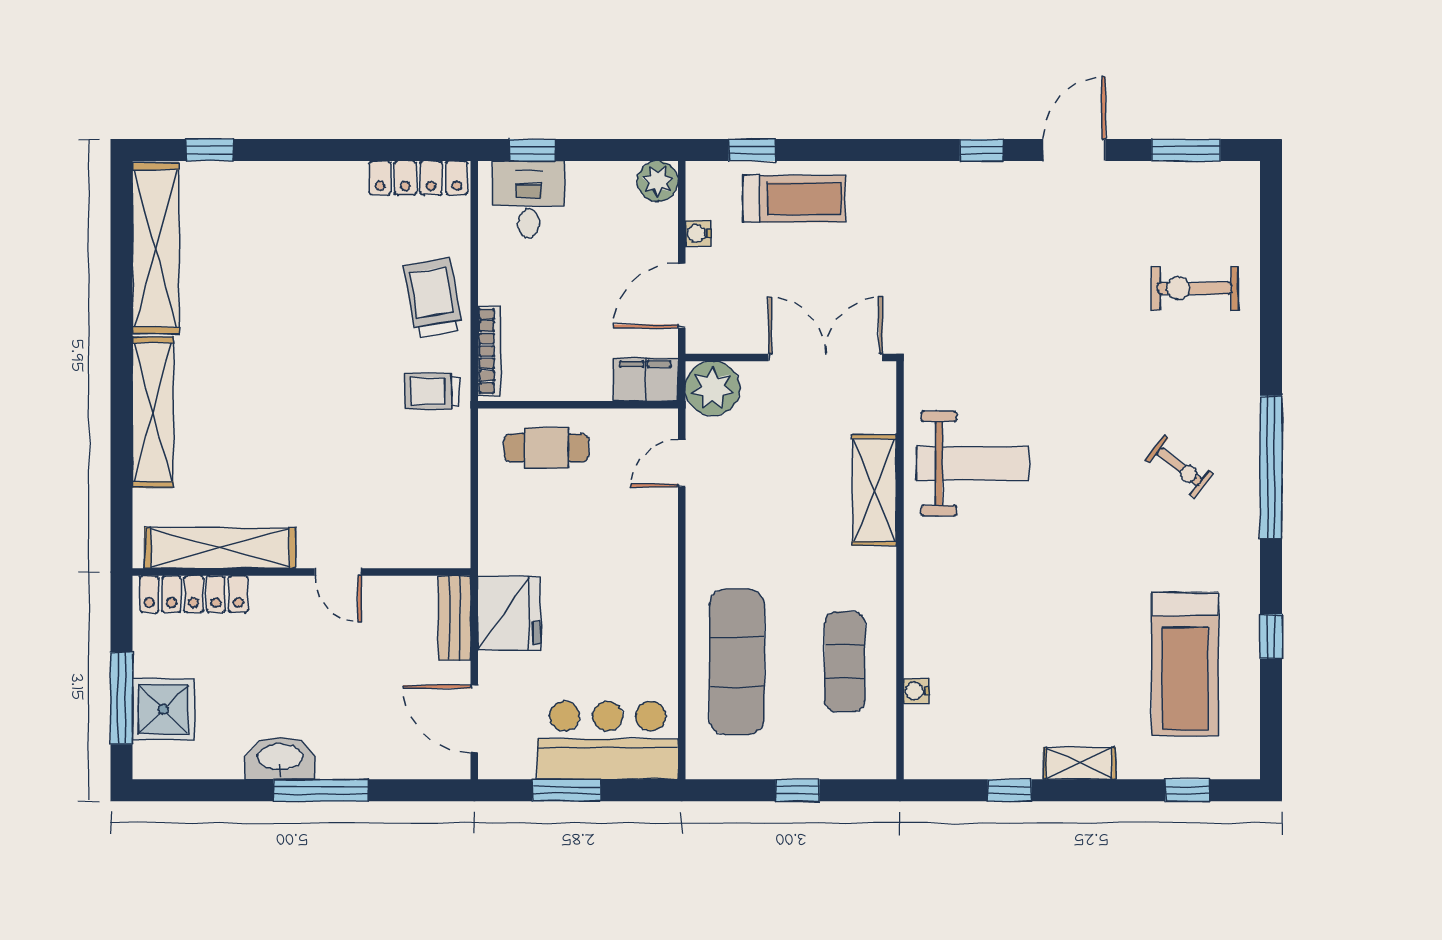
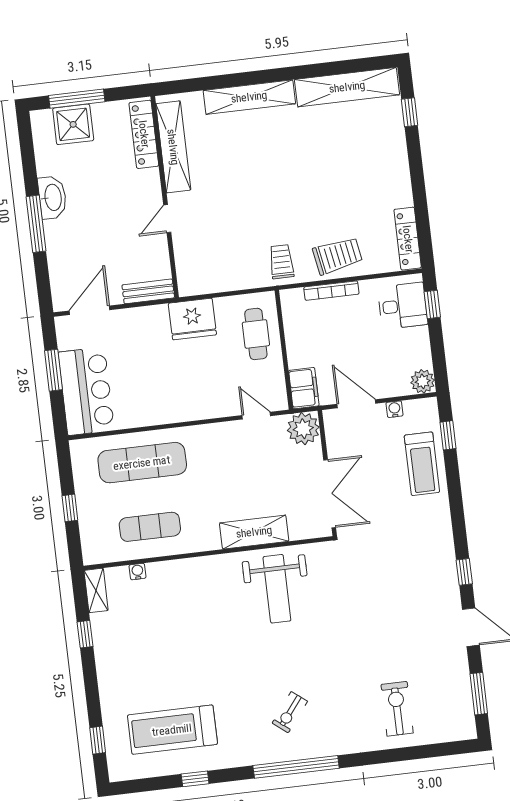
bookcase: (489, 351) -> (331, 291), moved
fridge: (509, 613) -> (192, 319), moved
shelving: (1079, 763) -> (96, 590), moved

